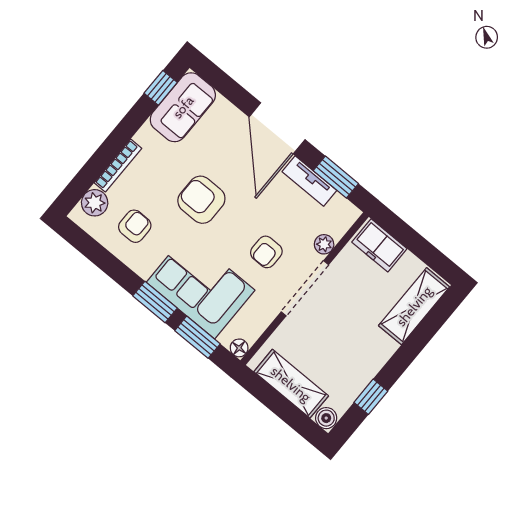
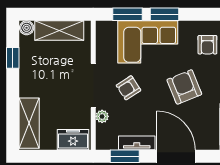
armchair: (201, 200) -> (184, 87), turned -112
armchair: (266, 252) -> (129, 88), turned -123
floor lamp: (239, 348) -> (101, 27), removed

